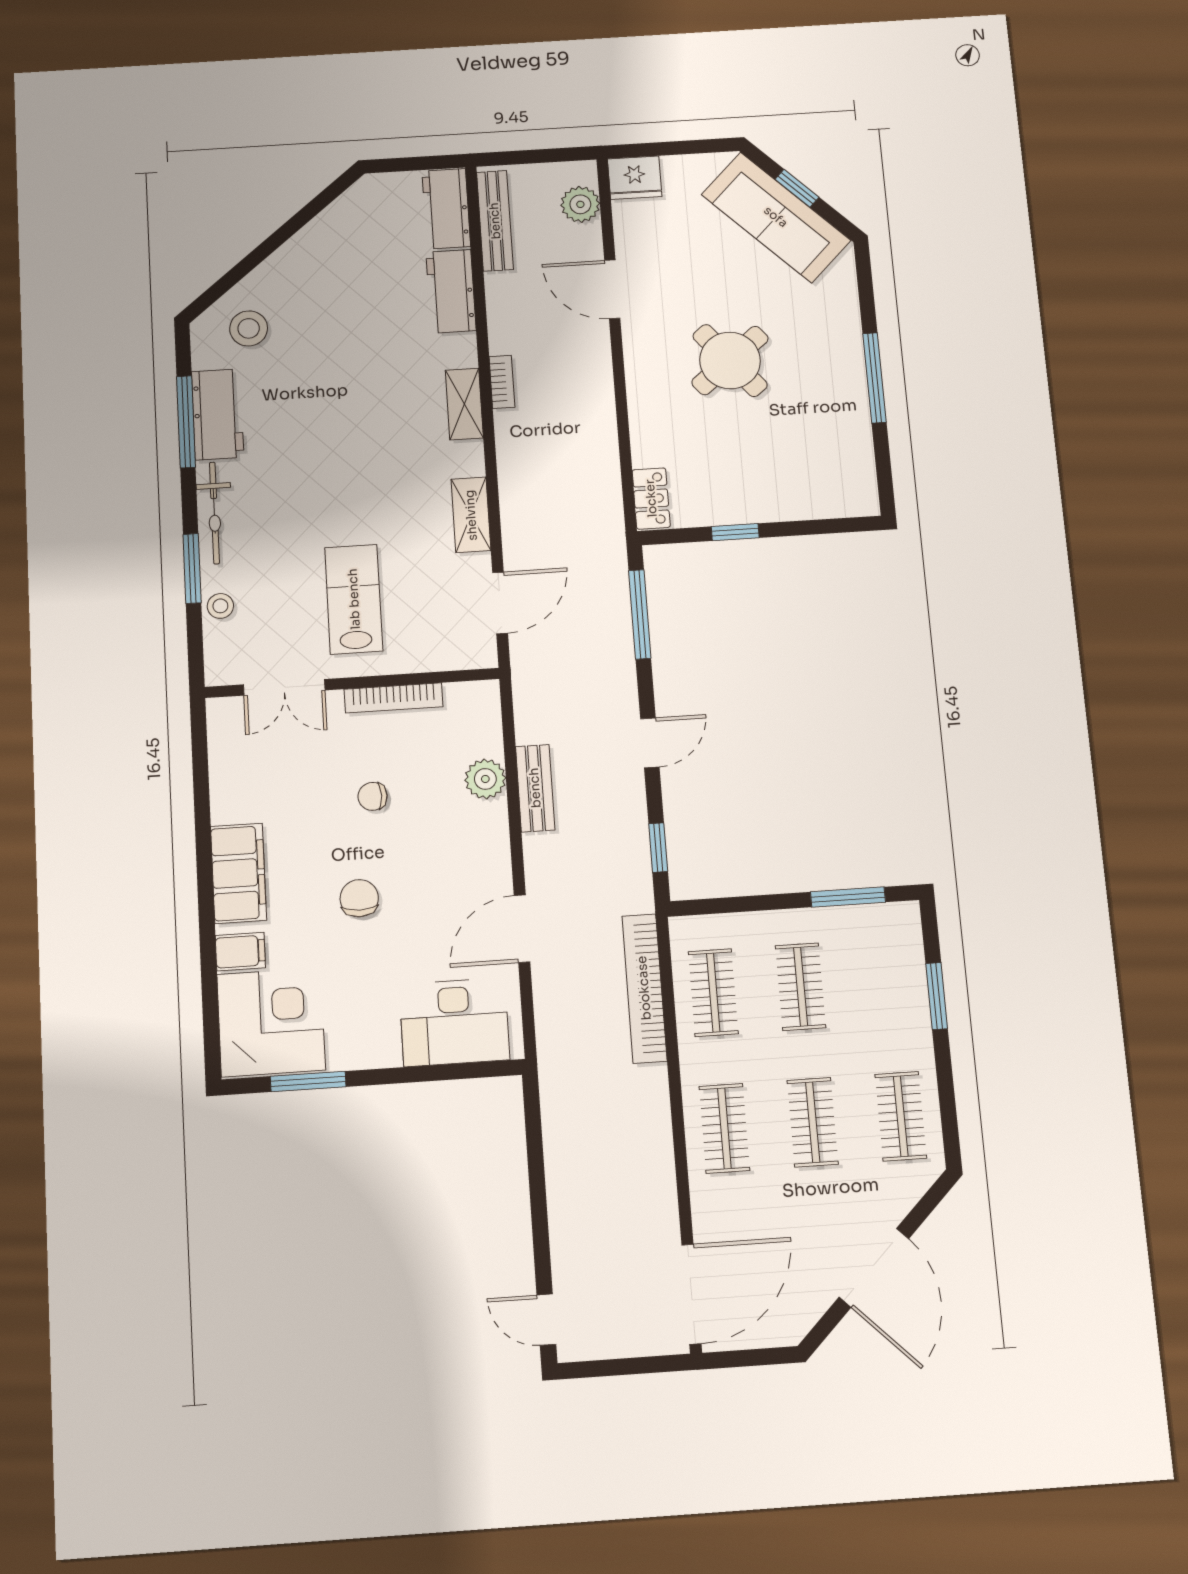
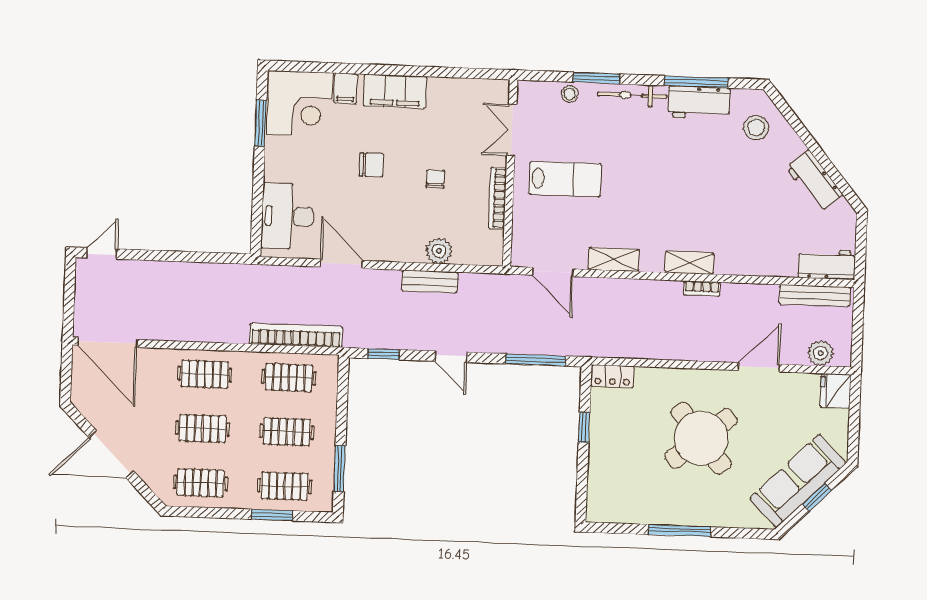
workbench: (451, 291) -> (814, 181), moved, turned -129
round table: (730, 360) -> (701, 438), width x1.36, depth x1.36
clothes rail: (888, 981) -> (285, 486), added

